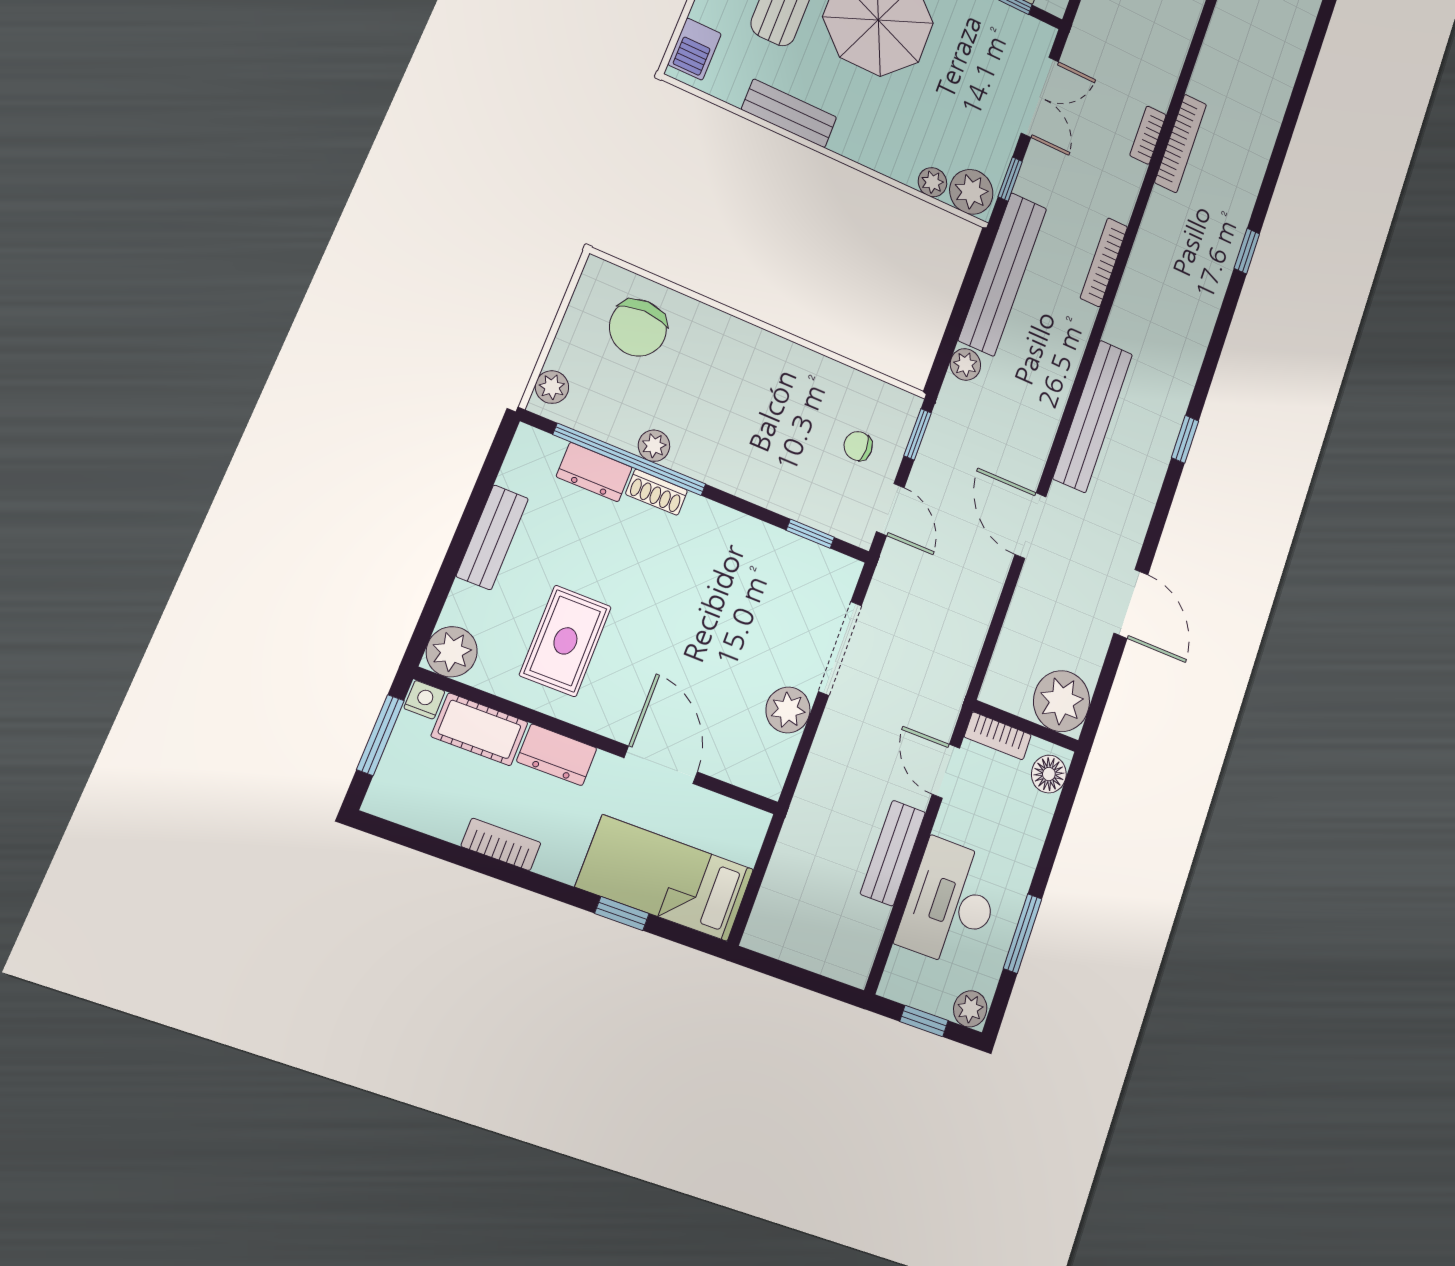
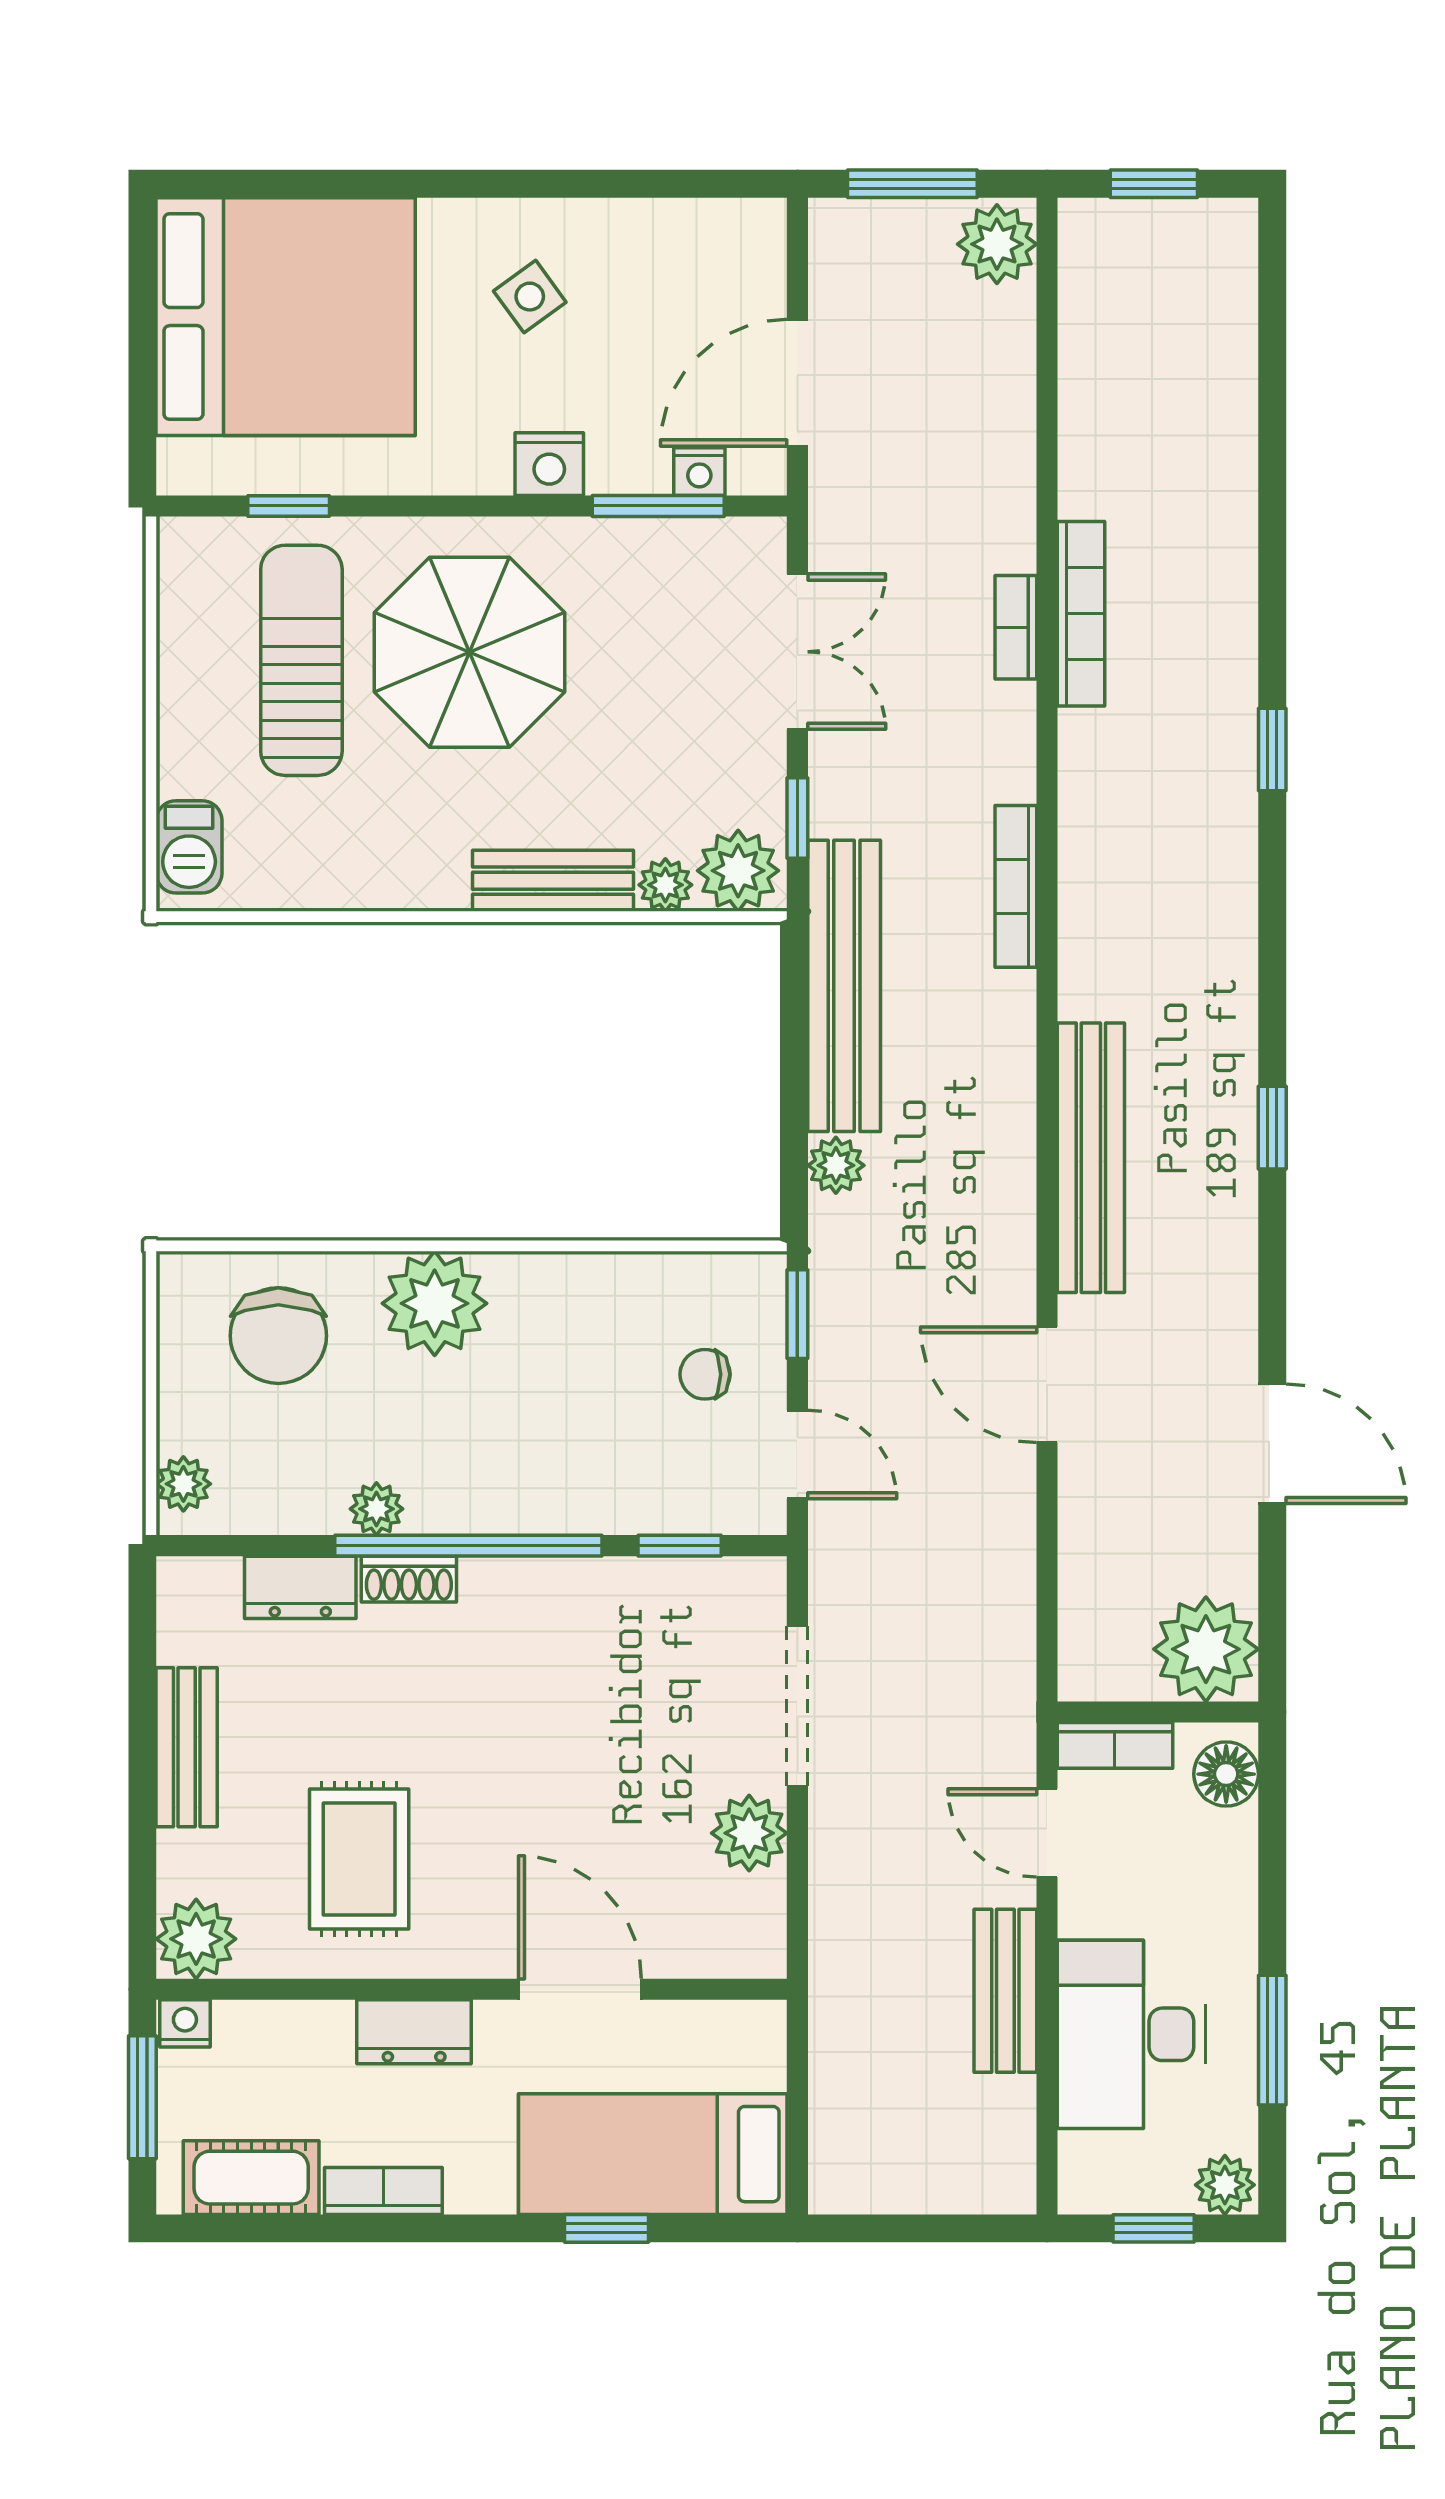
bench: (789, 113) -> (553, 881), moved
plant: (730, 347) -> (435, 1303), added
window: (630, 460) -> (468, 1546), moved
cot: (480, 729) -> (251, 2178), moved

